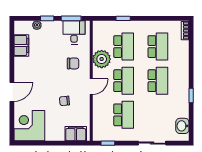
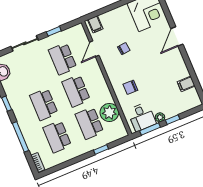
plant: (37, 25) -> (160, 117), moved
filing cabinet: (21, 45) -> (186, 84), width x0.50
plant: (102, 59) -> (109, 112), moved
window: (191, 60) -> (20, 137), added
door: (91, 87) -> (94, 49), moved
filing cabinet: (76, 134) -> (95, 24), width x0.50
window: (108, 143) -> (54, 31), moved

